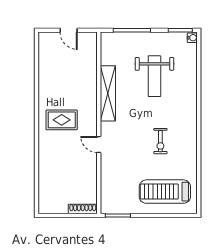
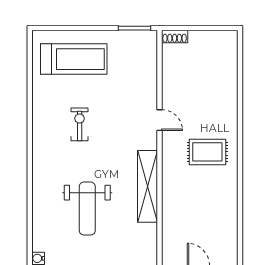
weight bench: (154, 76) -> (87, 209), turned 180
shoe rack: (83, 209) -> (175, 37), width x0.70

